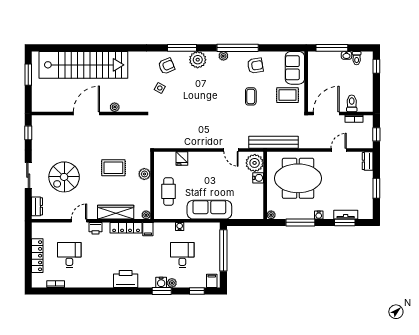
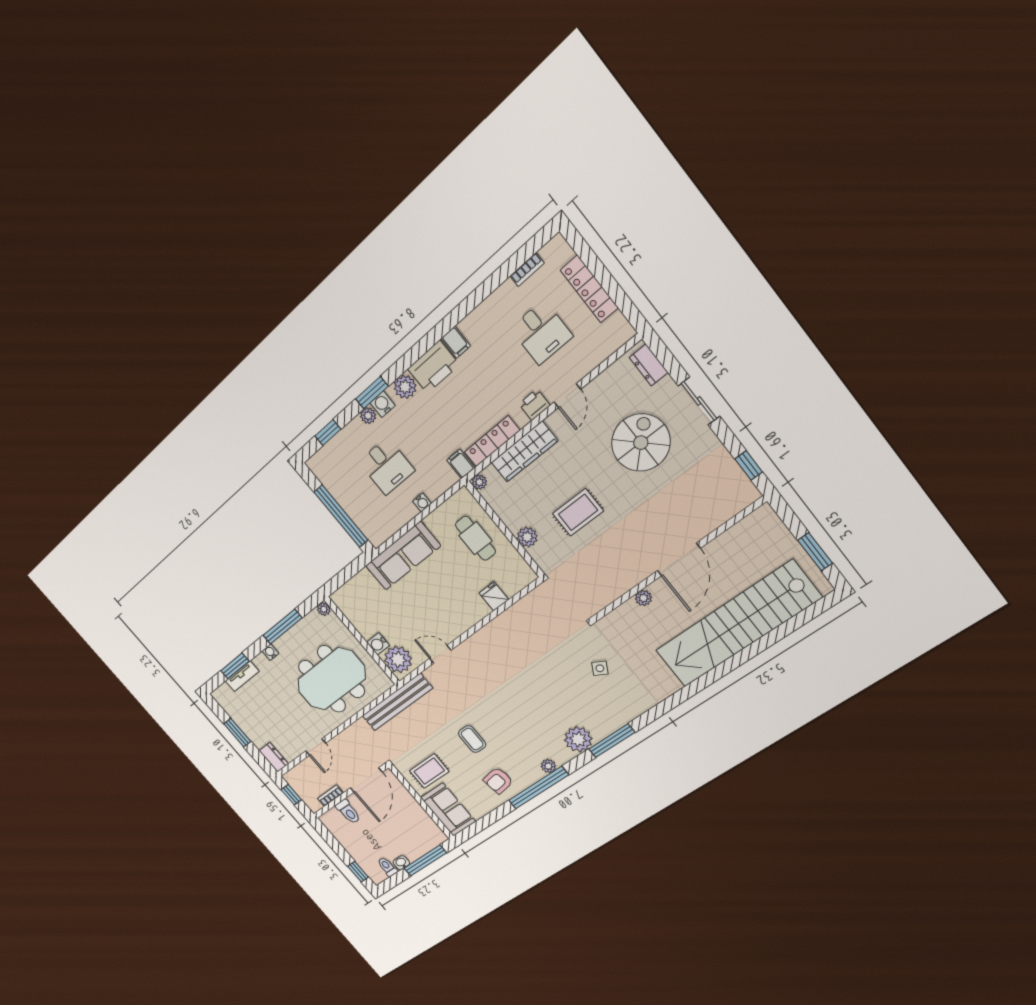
armchair: (167, 66) -> (614, 703), removed
plant: (145, 281) -> (405, 387), added
filing cabinet: (212, 281) -> (456, 342), moved

